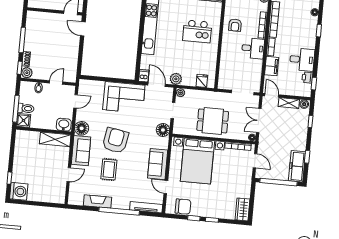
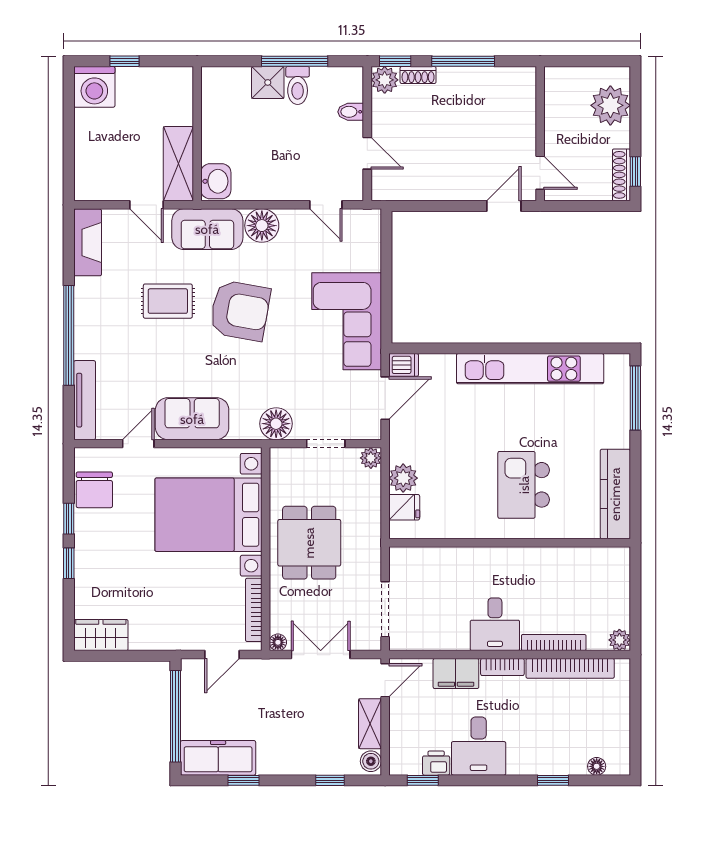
armchair: (235, 25) -> (547, 575), removed
plant: (176, 79) -> (403, 478), moved
washbasin: (64, 125) -> (216, 181), moved
wall: (44, 131) -> (197, 134), moved
shelving: (55, 139) -> (178, 164), moved
fireplace: (97, 201) -> (88, 242), moved

